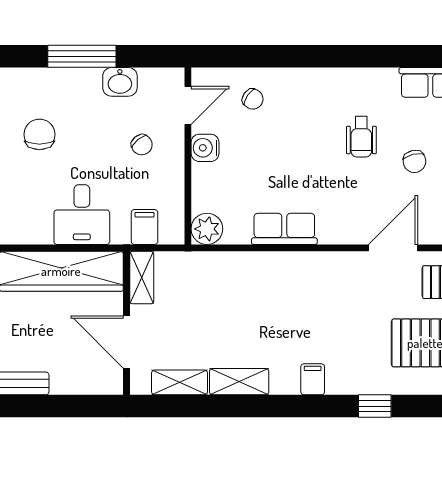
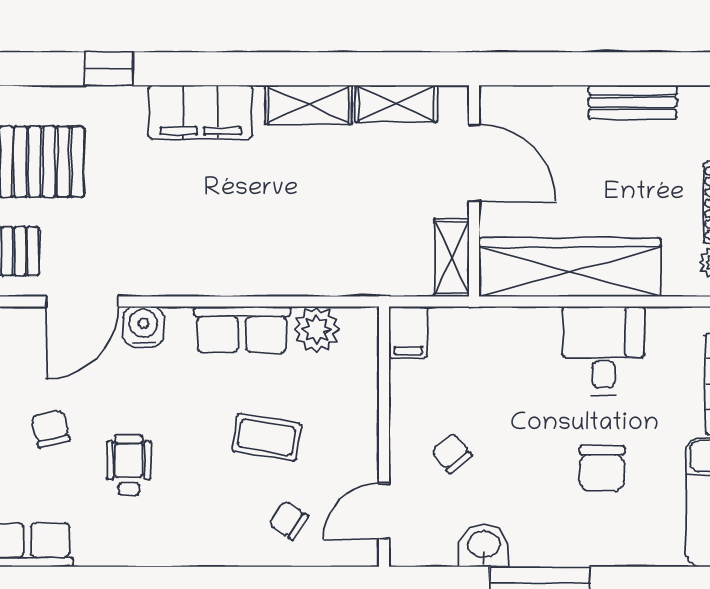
water cooler: (205, 148) -> (143, 327), moved, turned -90
coffee table: (267, 156) -> (267, 437), added
desk: (82, 215) -> (604, 350), moved
filing cabinet: (145, 227) -> (408, 332), moved
plant: (207, 229) -> (317, 330), moved
filing cabinet: (313, 379) -> (200, 112), width x3.00, depth x1.17

